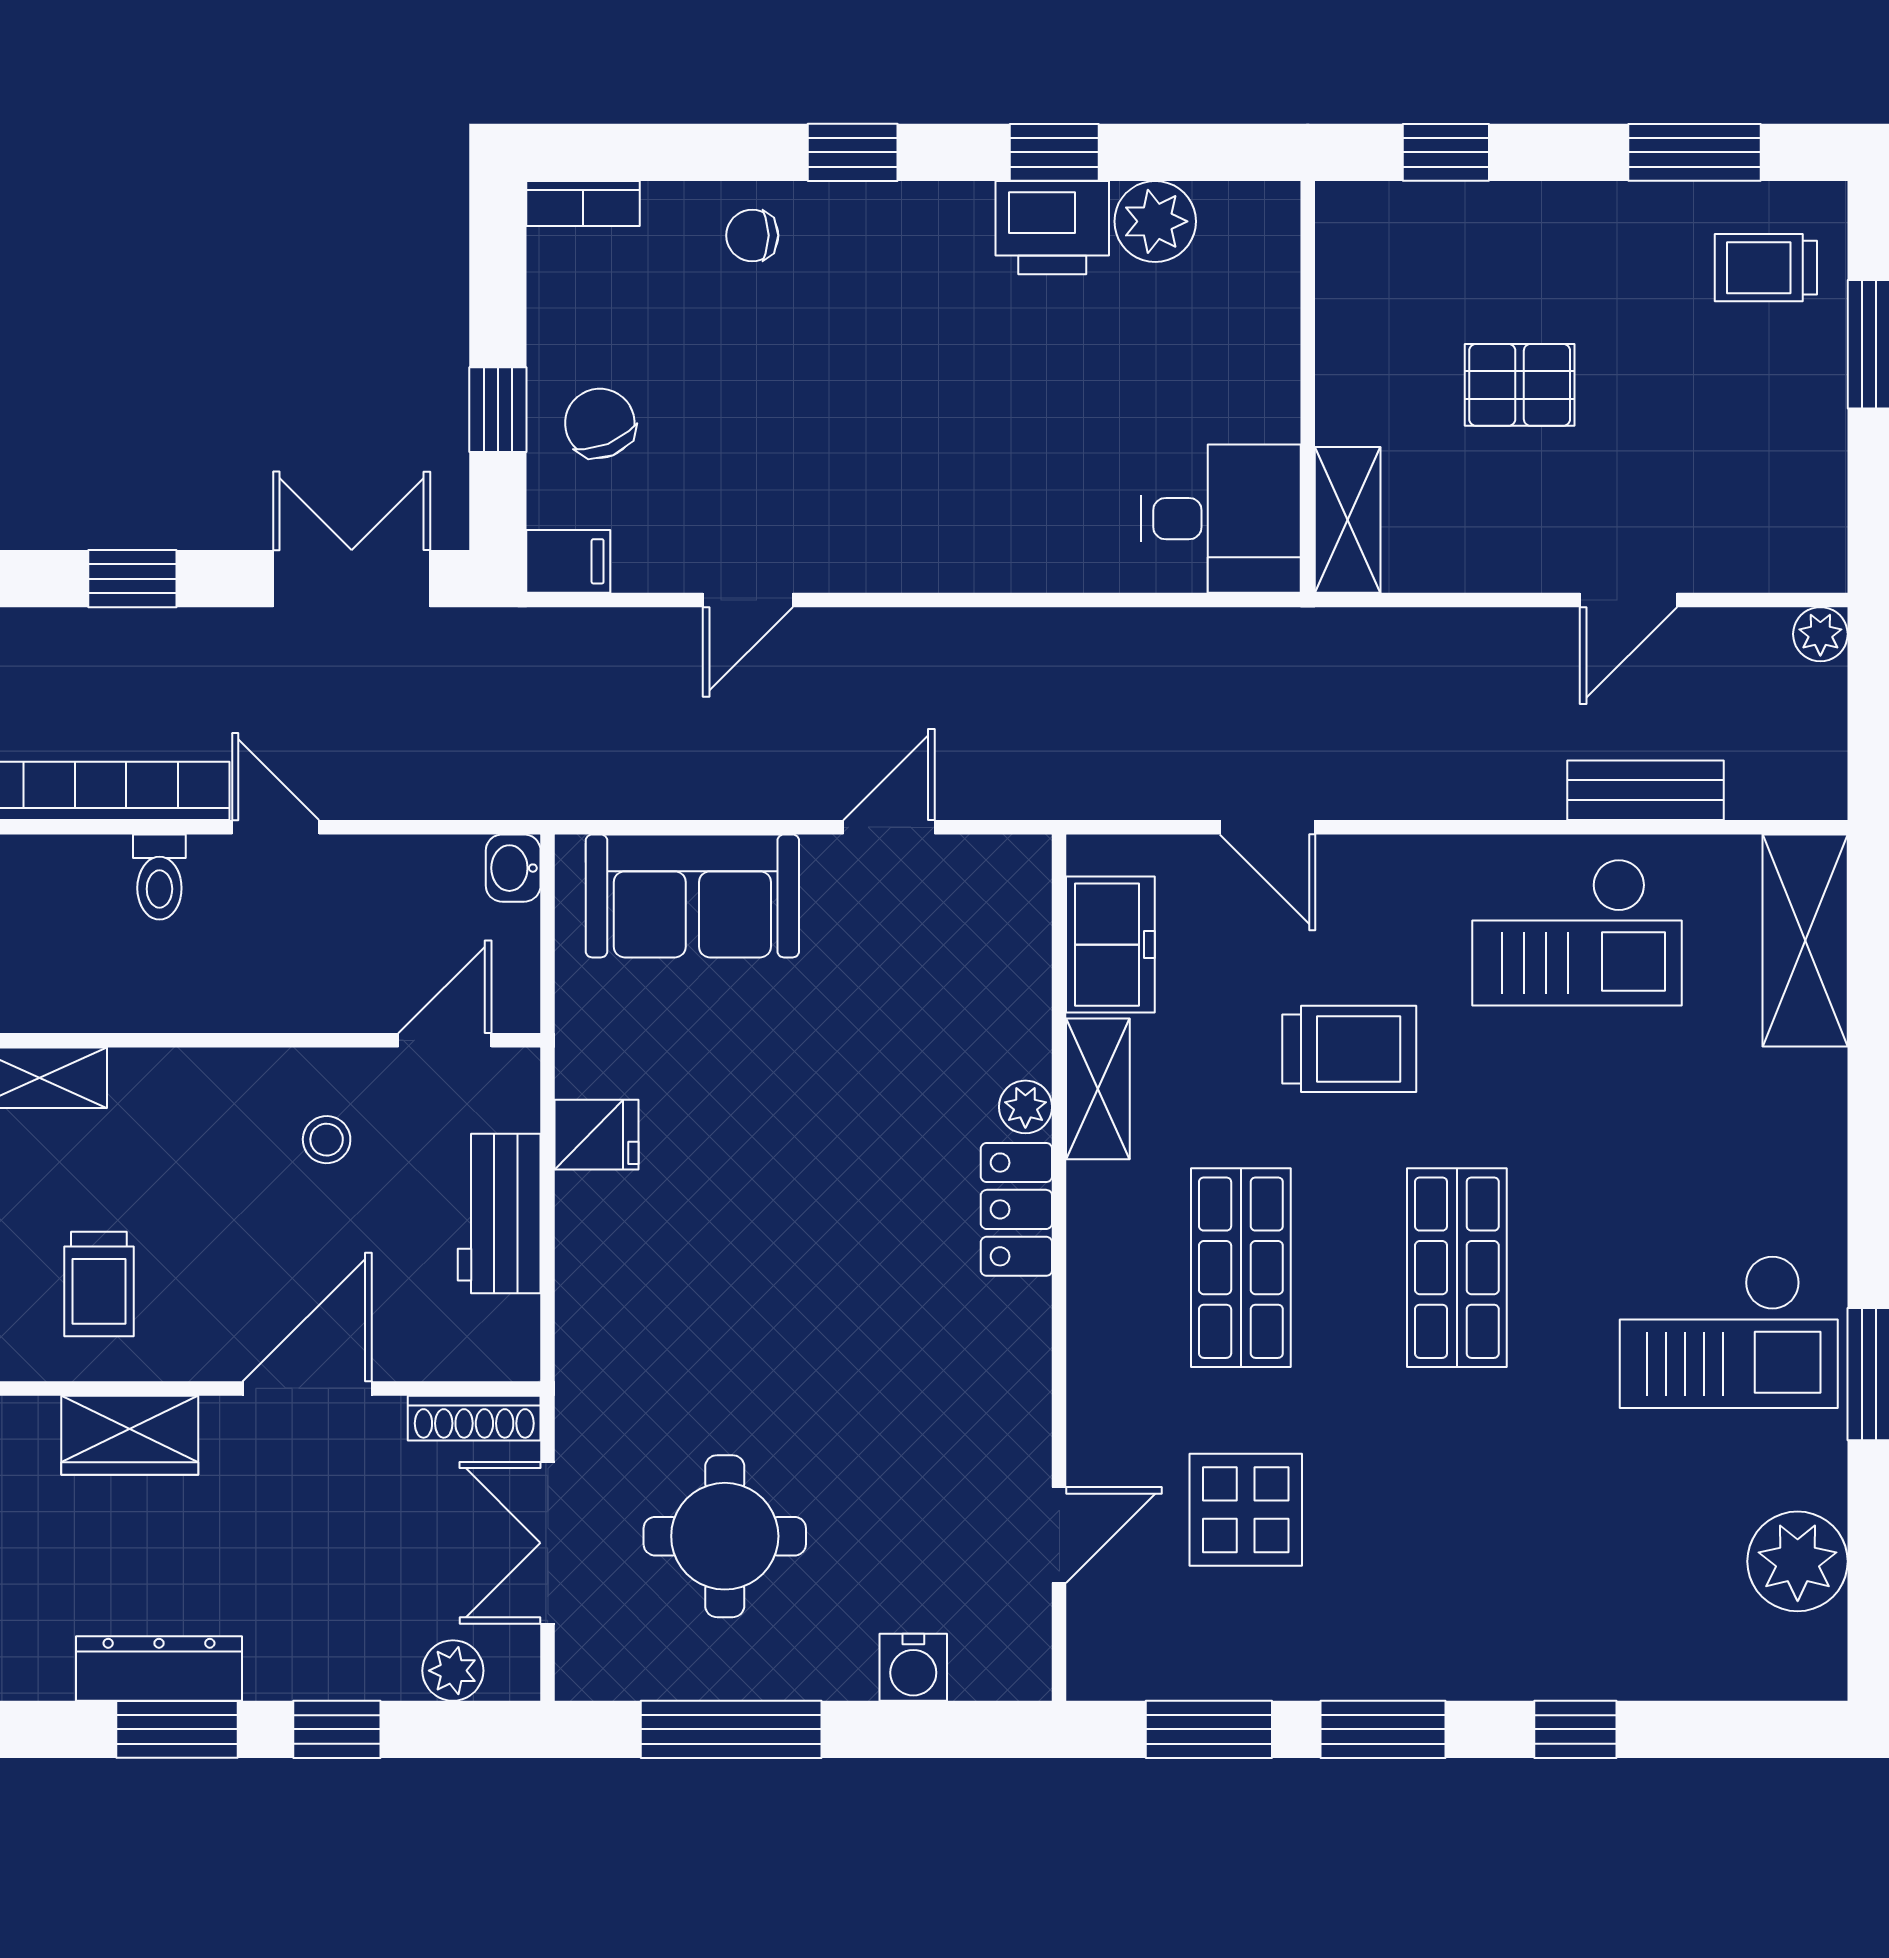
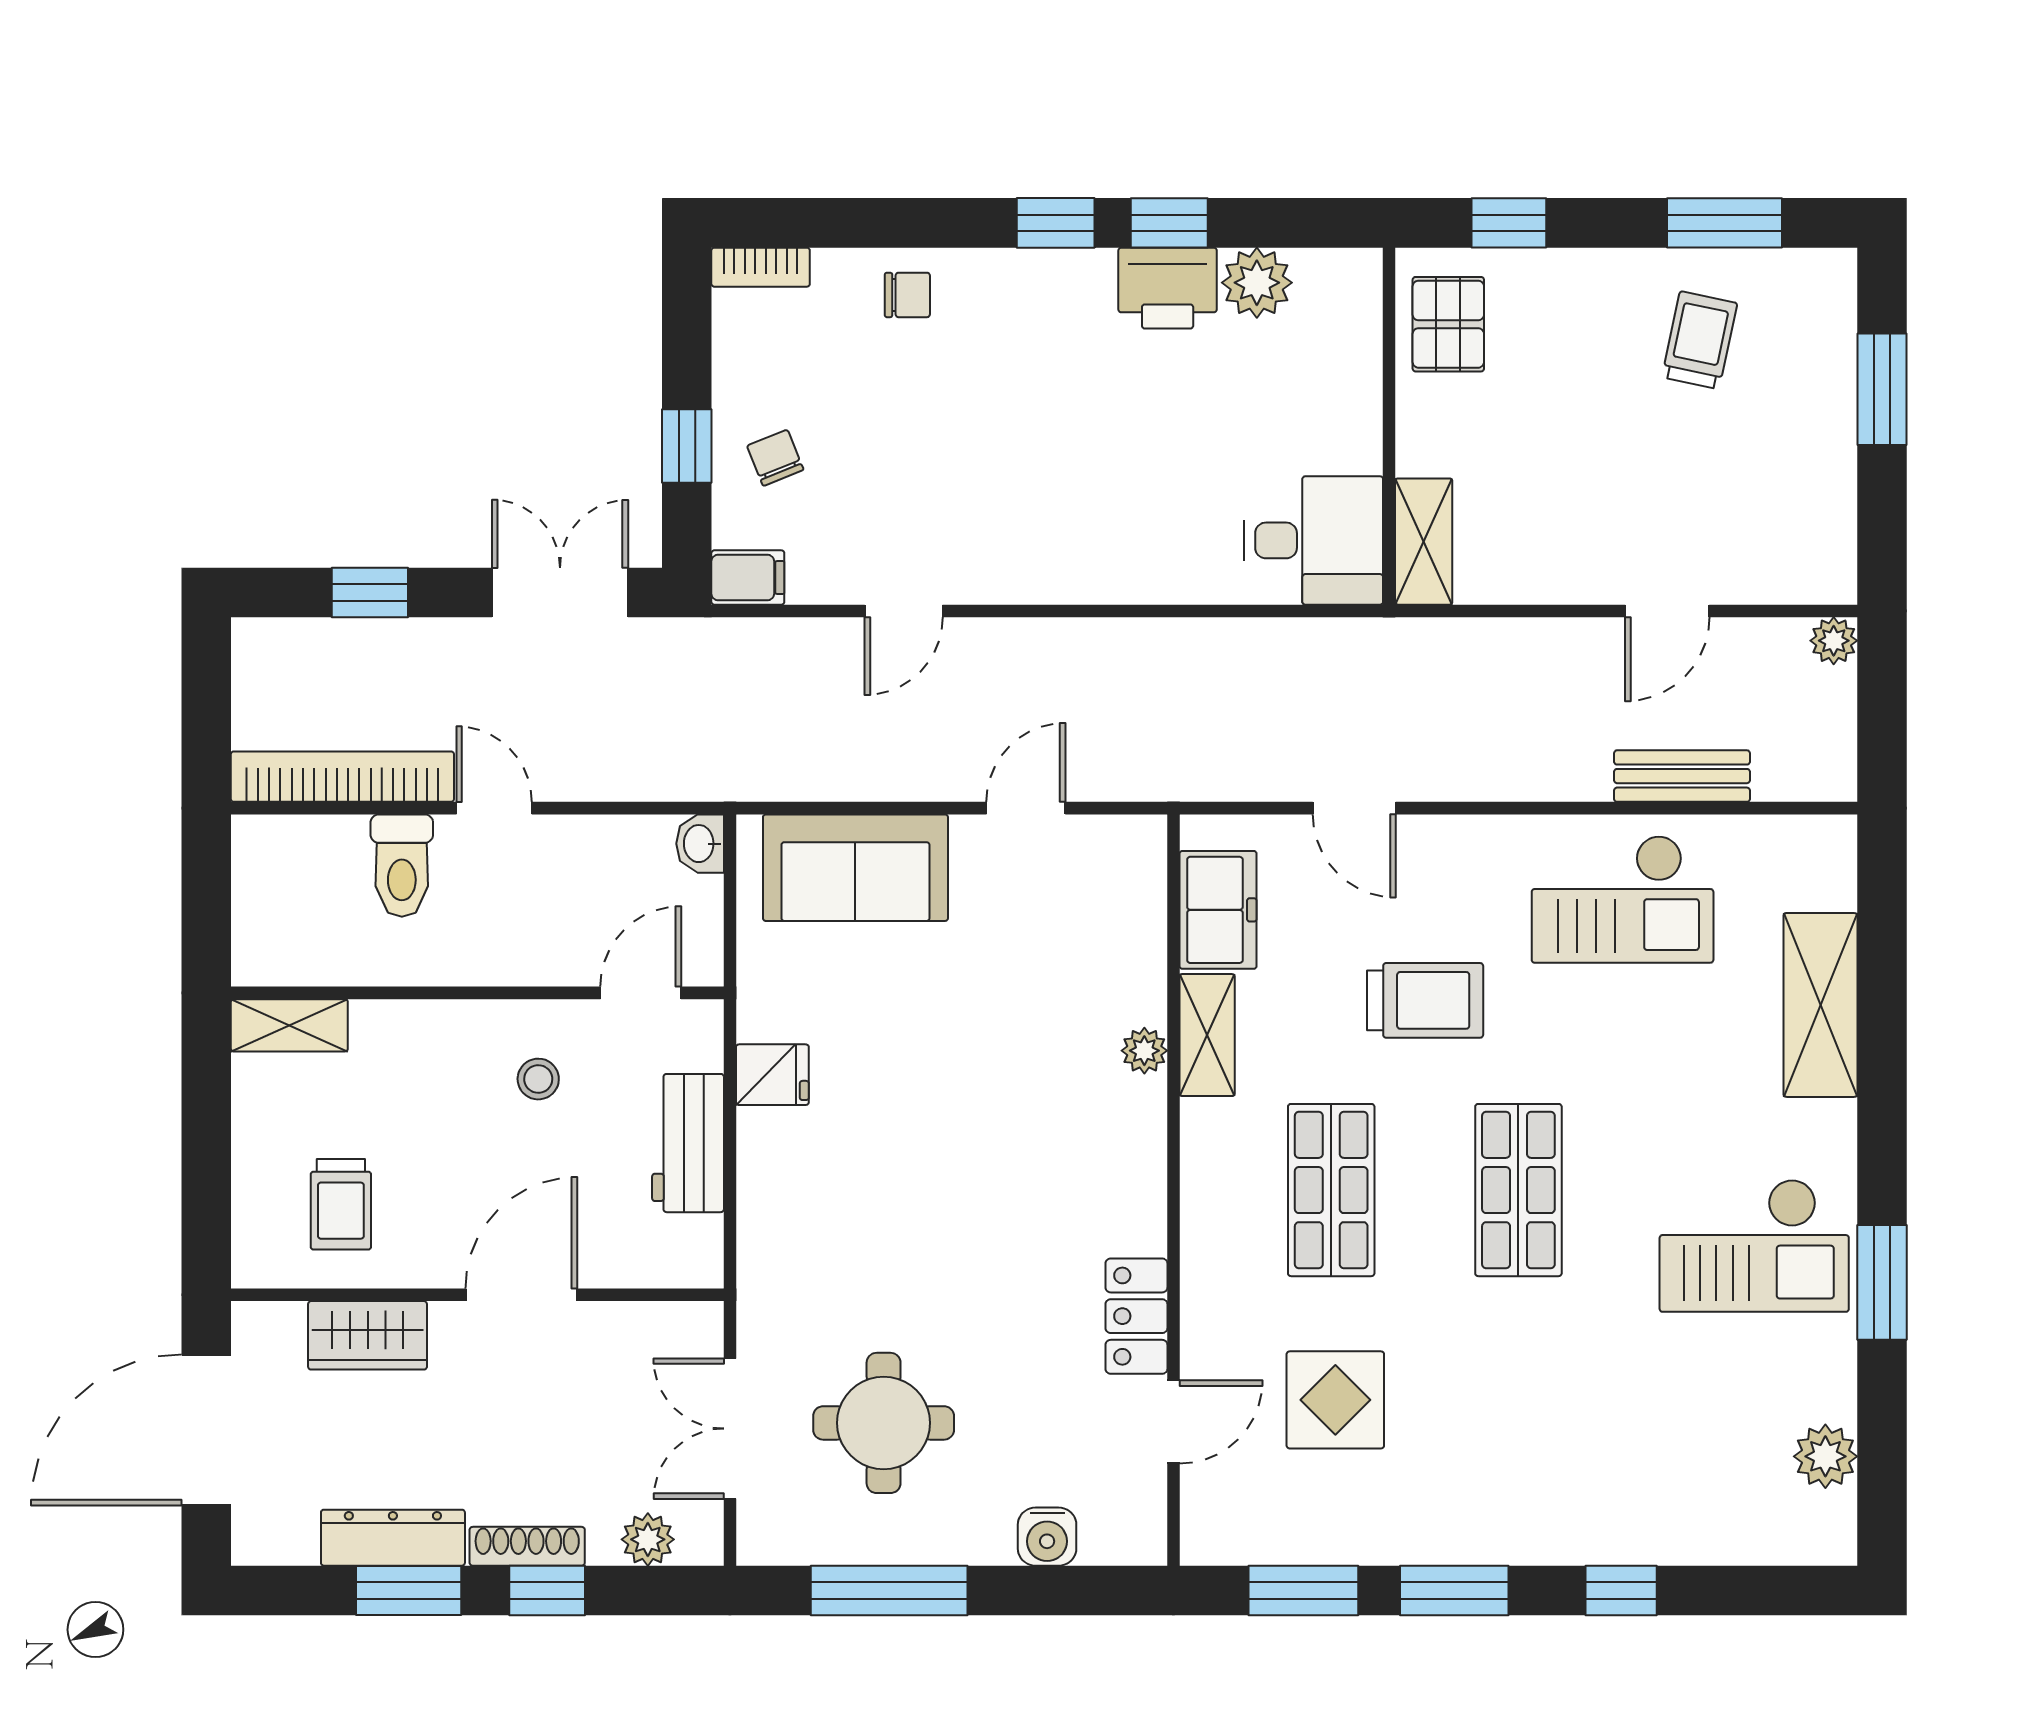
window: (853, 152) -> (1056, 223), moved
chair: (752, 235) -> (907, 295), turned 180
trolley: (1766, 268) -> (1700, 340), moved, turned 102
pallet: (1520, 385) -> (1448, 324), moved, turned 90
chair: (600, 423) -> (775, 458), width x0.73, depth x0.73
toilet: (159, 877) -> (402, 866), width x1.37, depth x1.39
shelving: (1805, 941) -> (1820, 1005), moved
locker: (1016, 1209) -> (1136, 1316), moved
shoe rack: (474, 1418) -> (527, 1546), moved, turned 180
plant: (1798, 1561) -> (1825, 1456), width x0.73, depth x0.73

